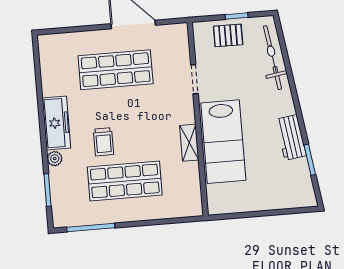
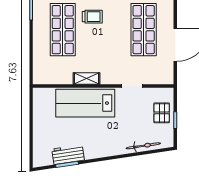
bicycle: (273, 58) -> (143, 146), width x0.73, depth x0.71
workbench: (291, 137) -> (68, 155), moved
trolley: (104, 142) -> (92, 17), turned 180

